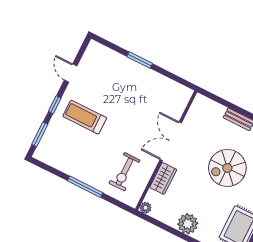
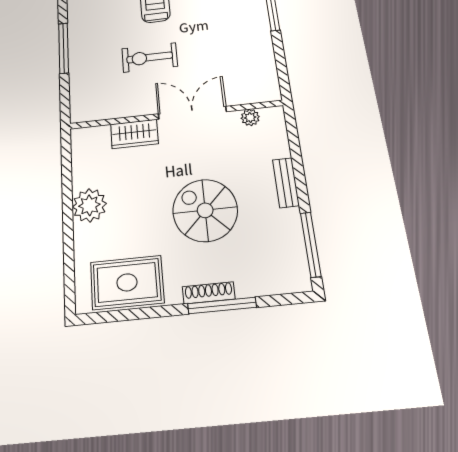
exercise bike: (124, 172) -> (150, 57), moved
plant: (146, 208) -> (250, 117), moved

